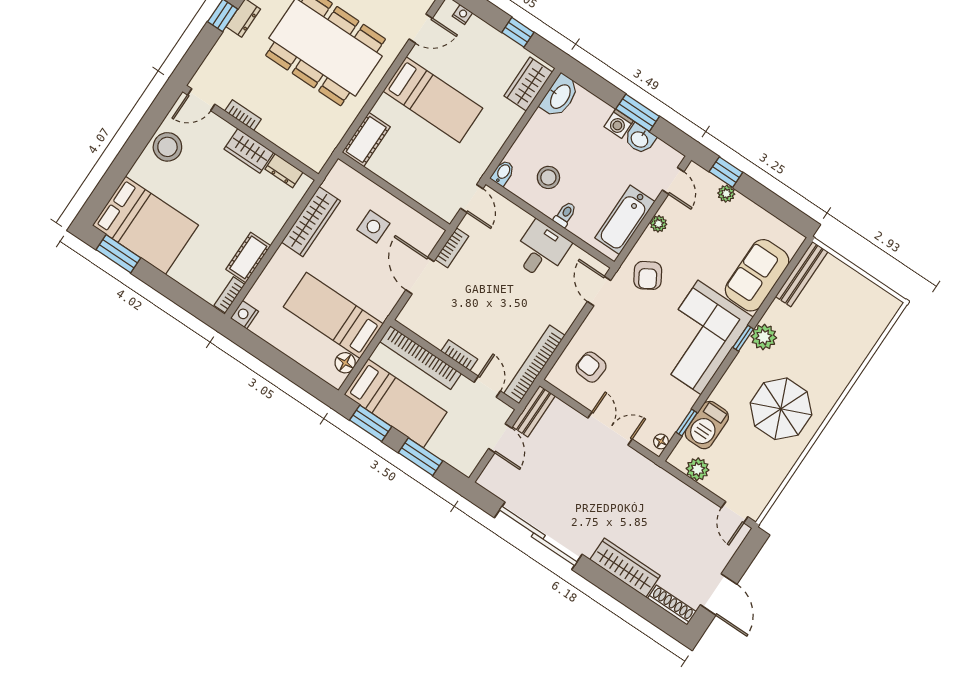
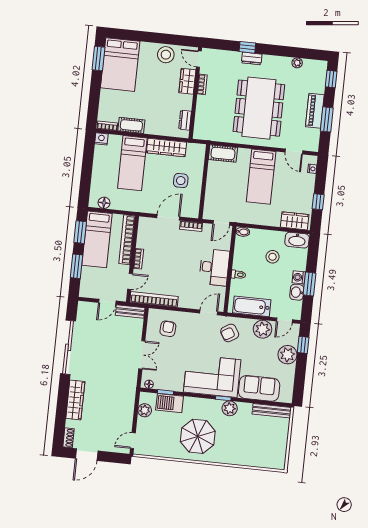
wardrobe: (249, 151) -> (187, 81), moved
stool: (548, 177) -> (273, 257), moved
plant: (726, 194) -> (287, 355), width x1.87, depth x1.87
plant: (658, 224) -> (263, 329), width x1.88, depth x1.88
desk: (541, 250) -> (214, 267), width x1.37
bed: (333, 315) -> (132, 163), moved, turned 180
shoe rack: (672, 605) -> (68, 438), width x0.70

